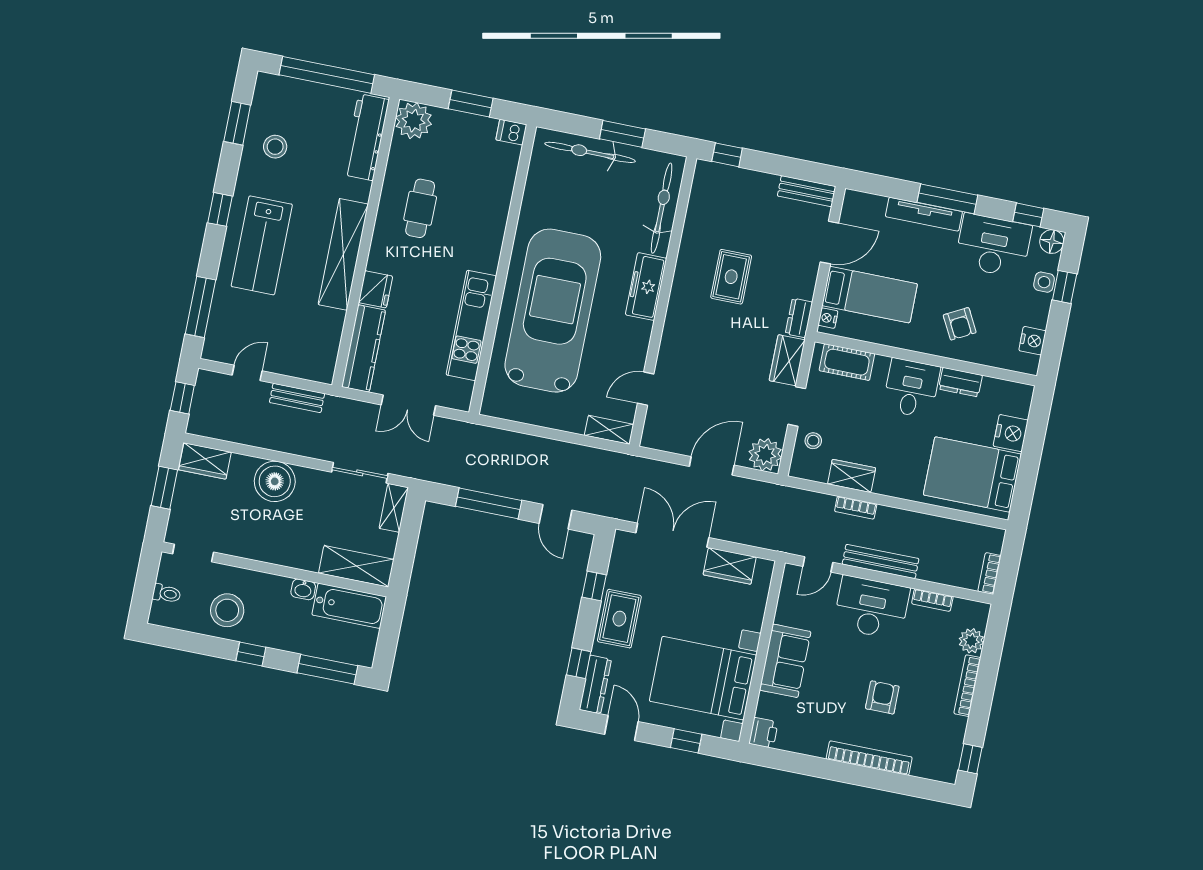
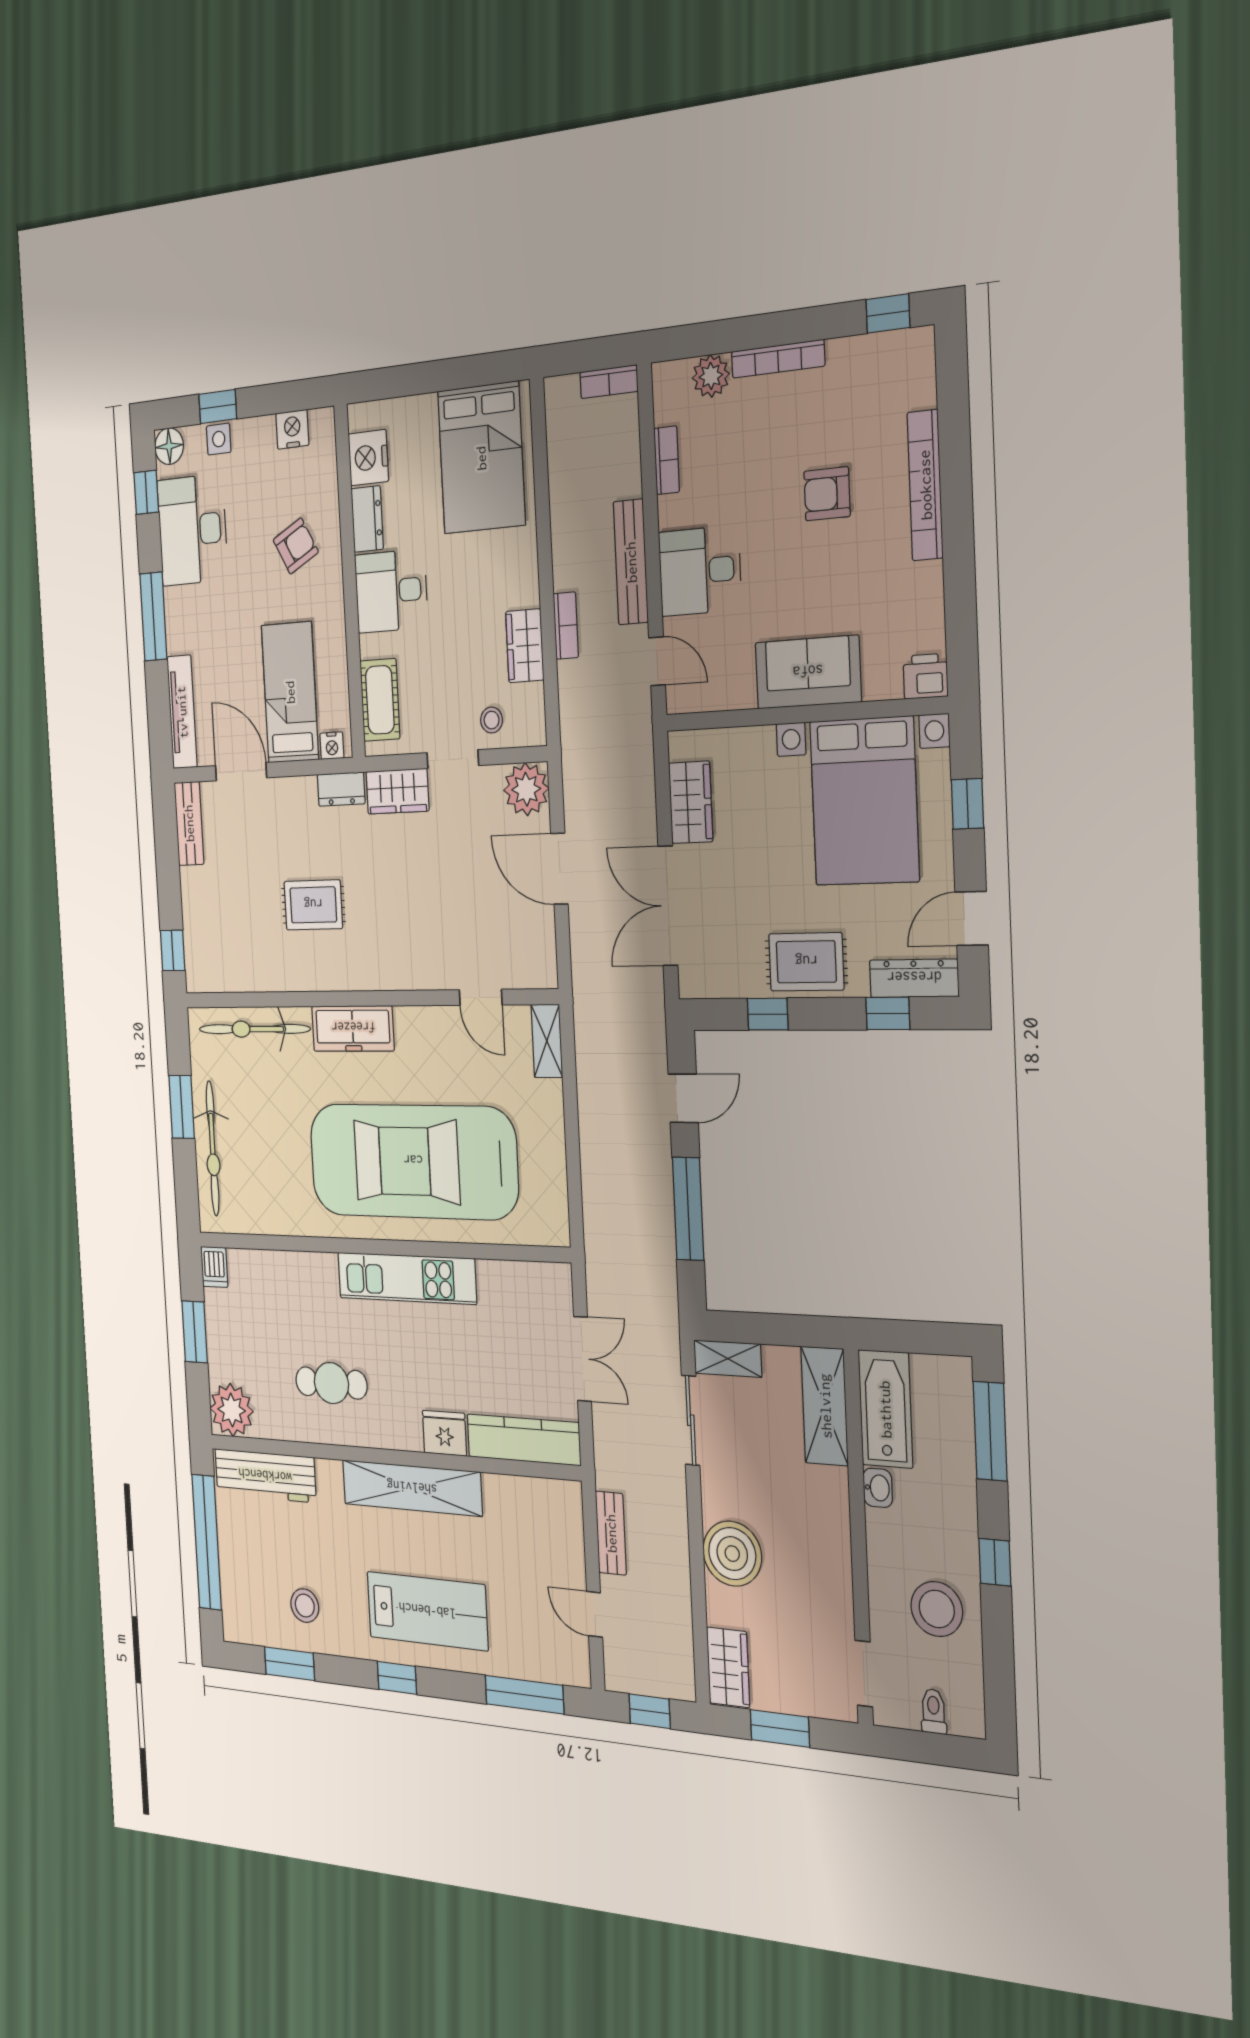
tv unit: (924, 214) -> (182, 712), moved
kitchen unit: (471, 325) -> (407, 1278), moved
nightstand: (1011, 433) -> (368, 458), moved, turned -90
desk: (872, 608) -> (700, 571), width x0.73

